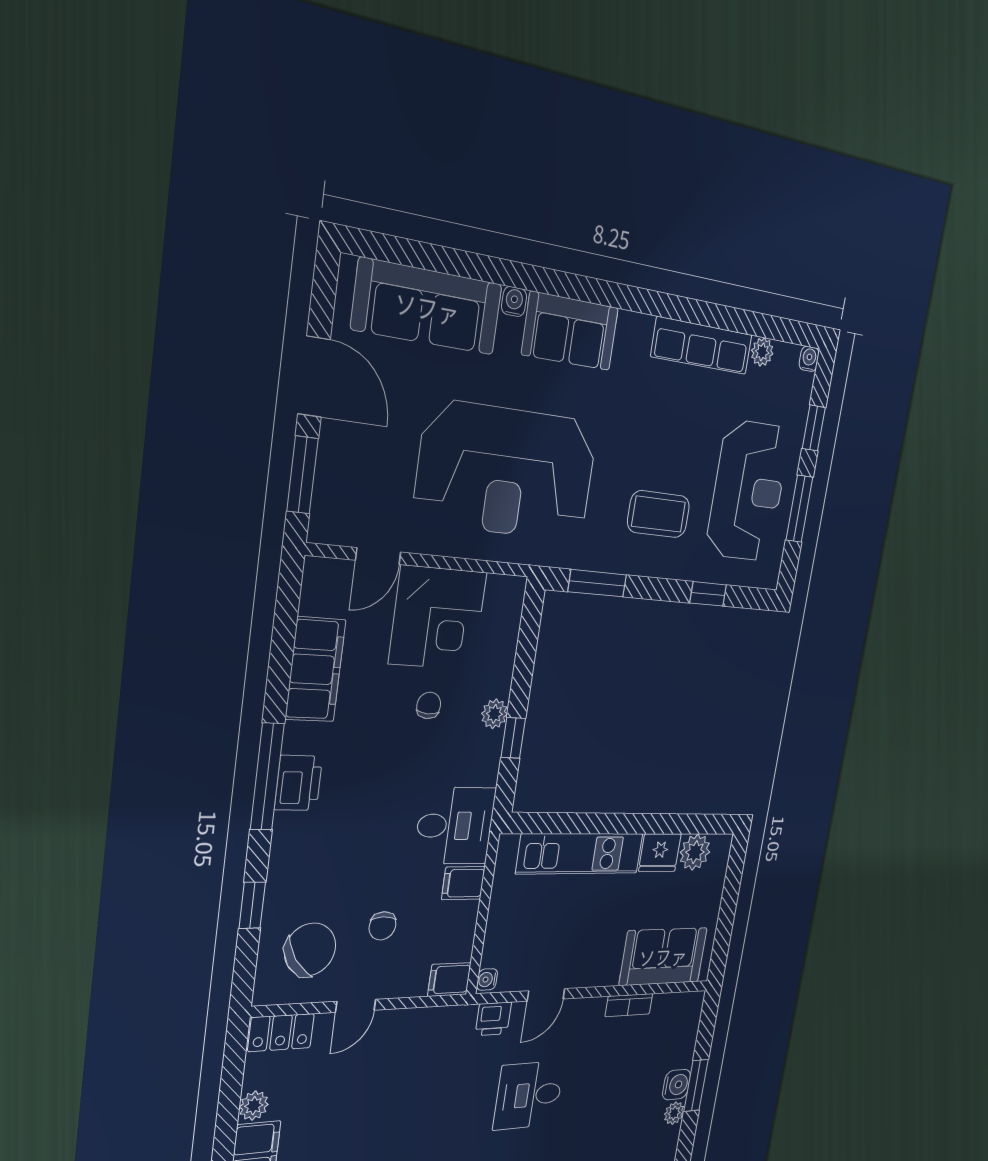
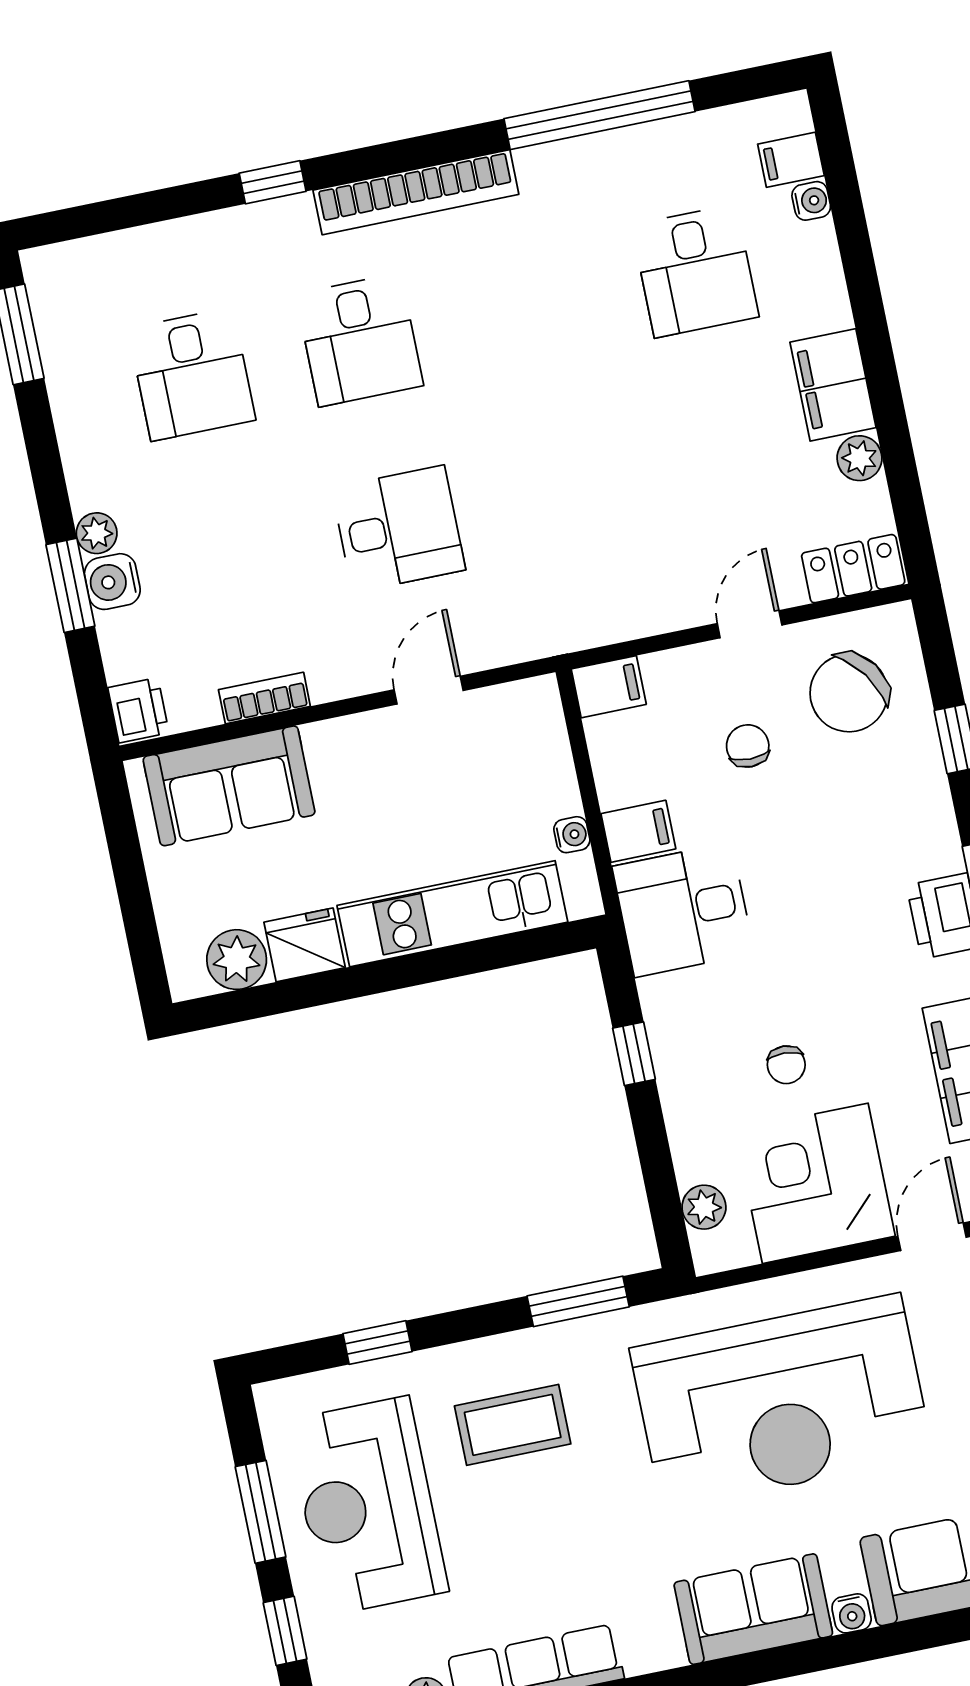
reception desk: (507, 472) -> (781, 1402), turned 180
plant: (494, 714) -> (704, 1207), moved
water cooler: (487, 979) -> (572, 835), moved
printer: (493, 1019) -> (138, 710), moved, turned 90

